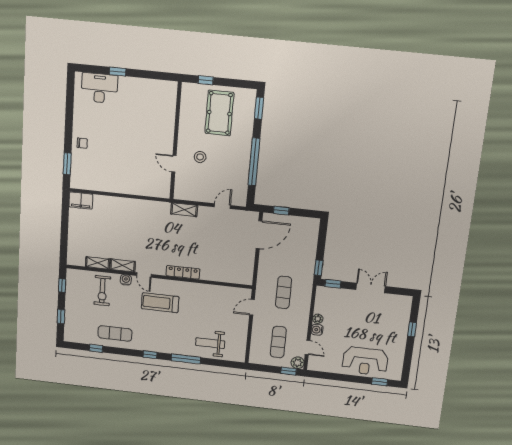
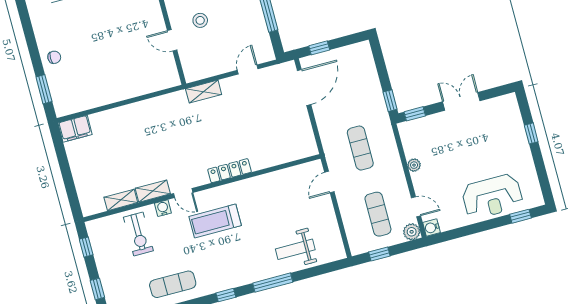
water cooler: (317, 330) -> (432, 228), moved
window: (289, 371) -> (379, 254), moved

